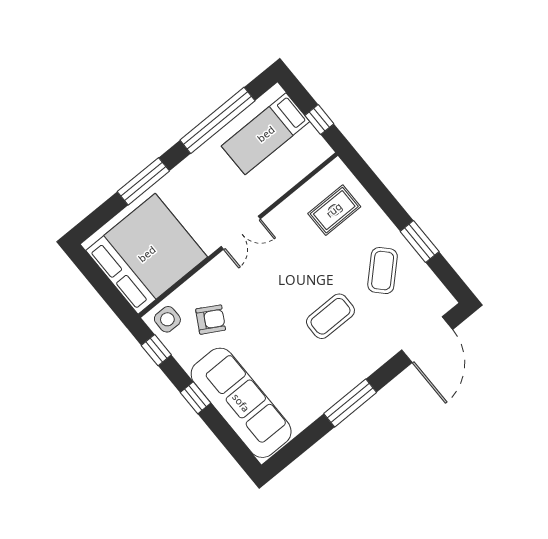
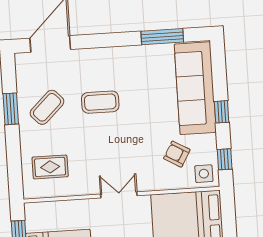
window: (350, 403) -> (162, 37), moved

